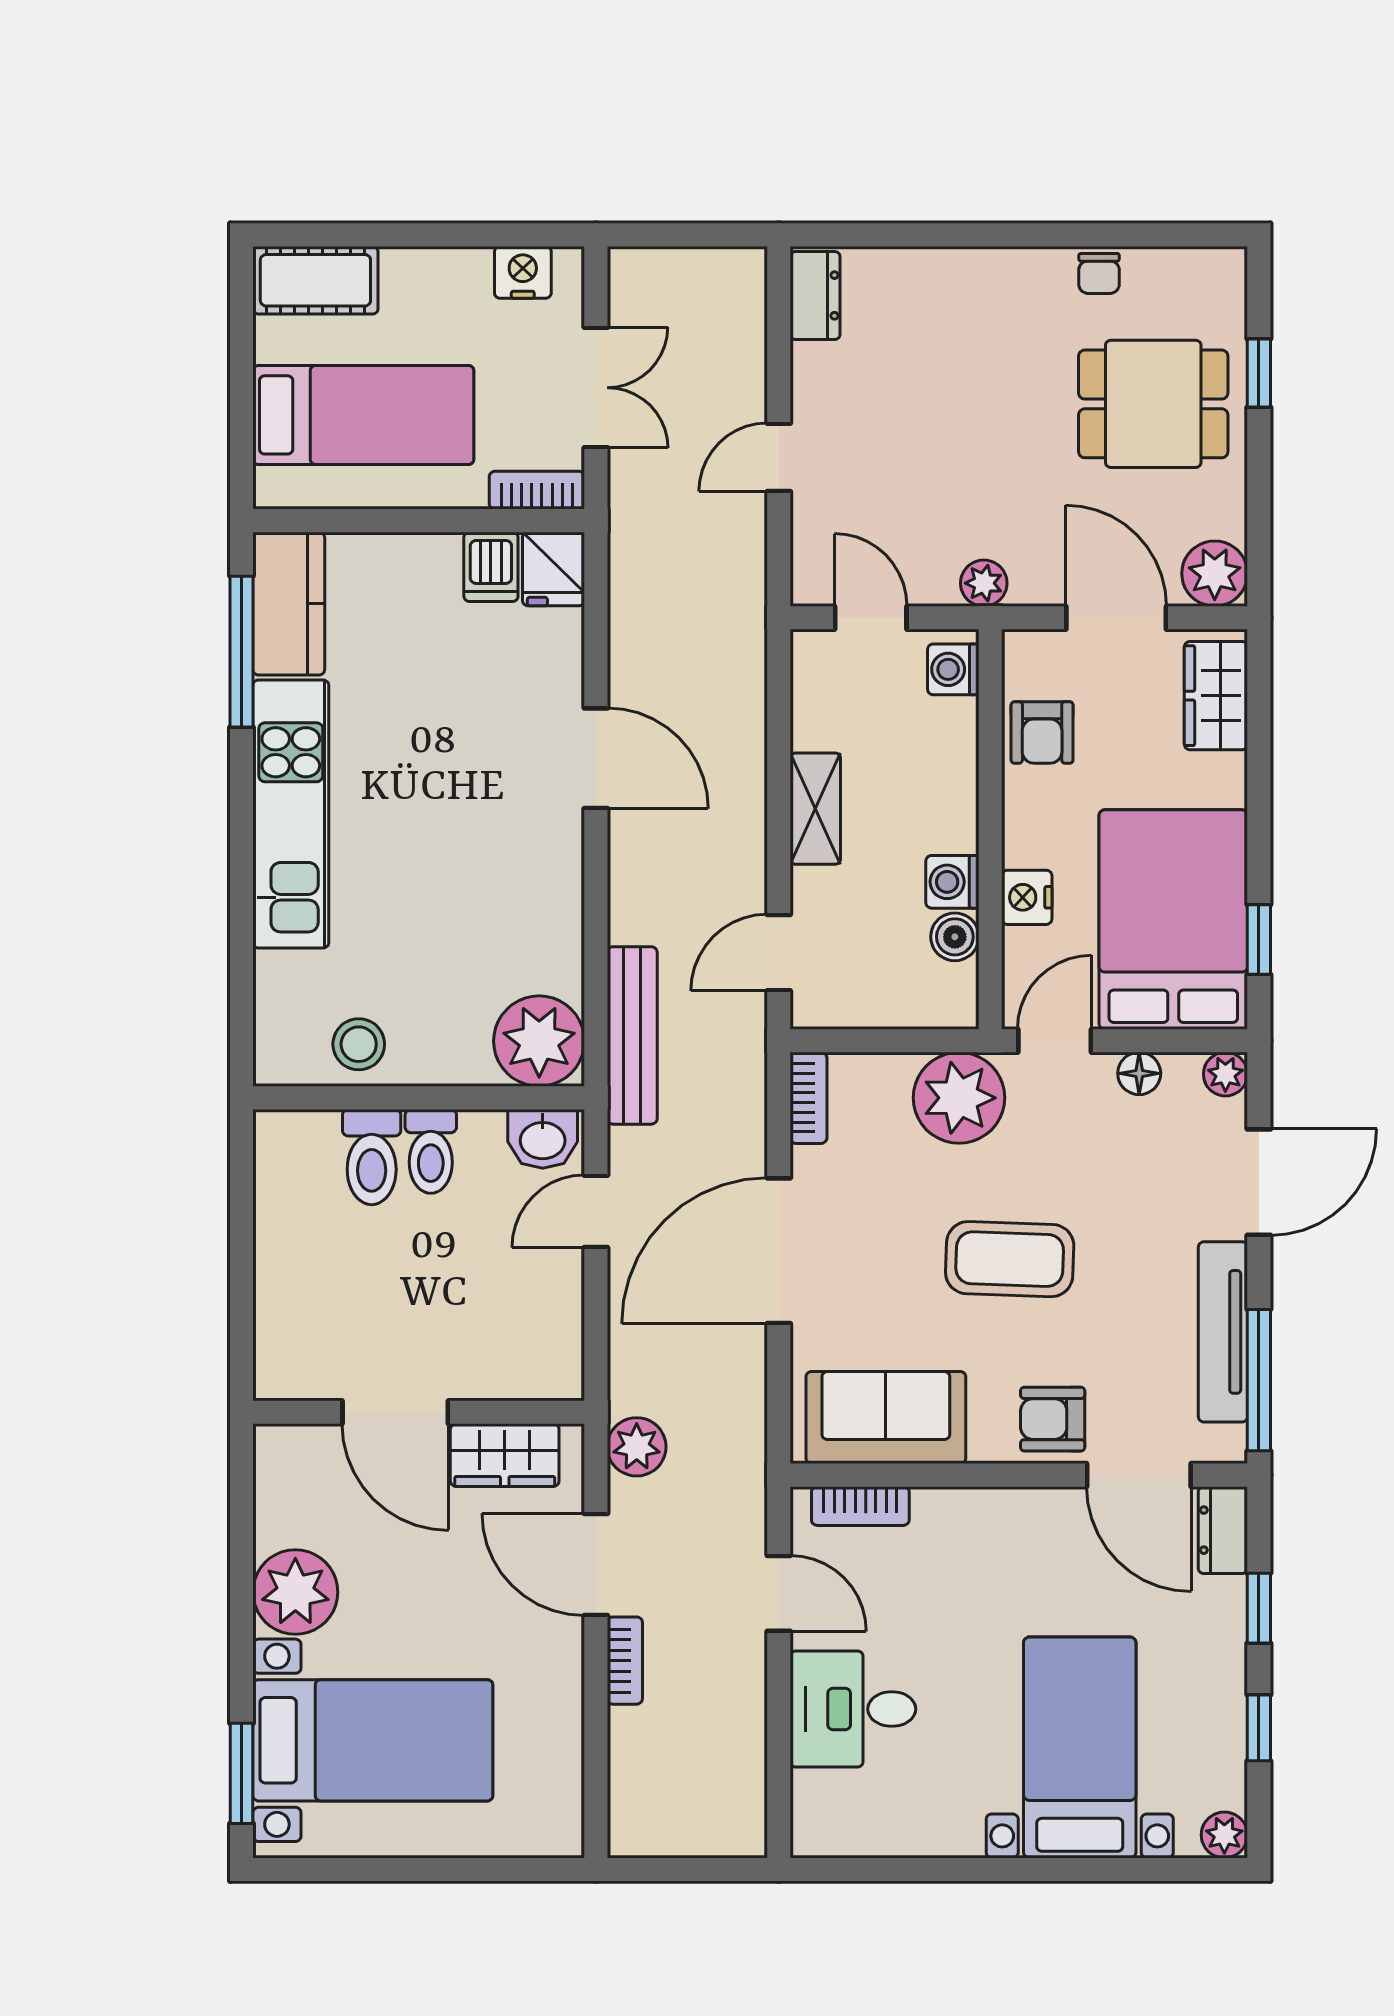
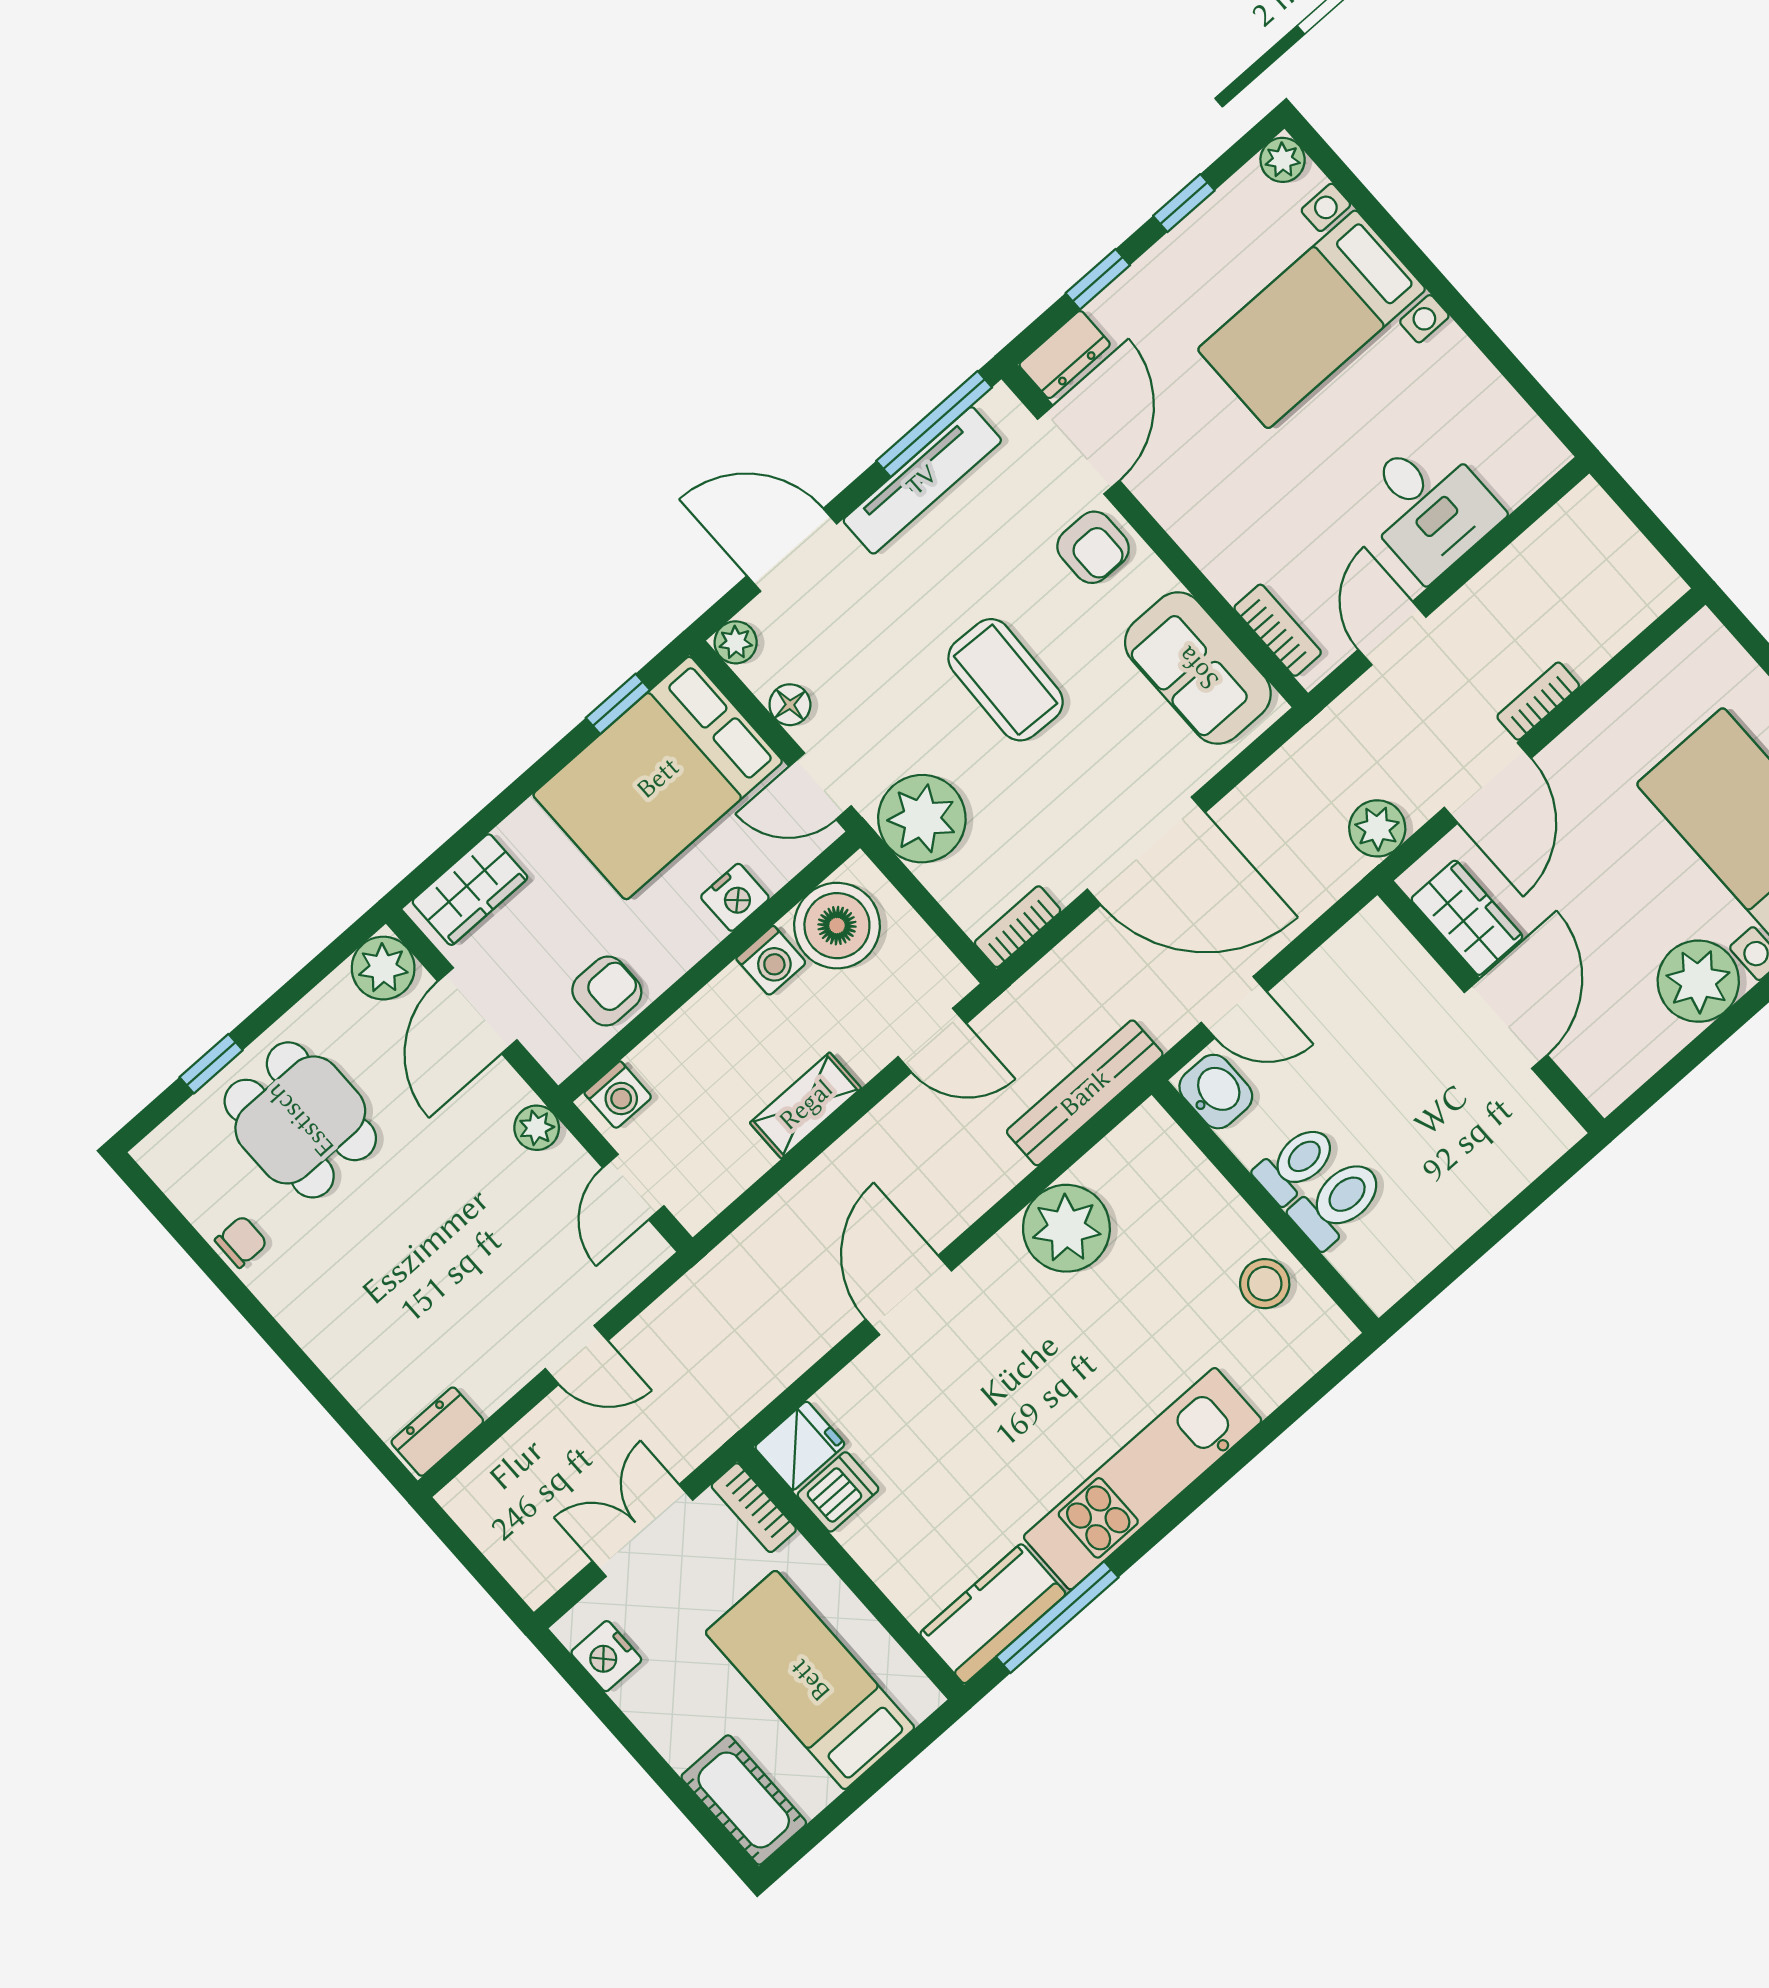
boiler: (955, 937) -> (837, 926), width x1.86, depth x1.86
plant: (539, 1041) -> (1066, 1228), moved

